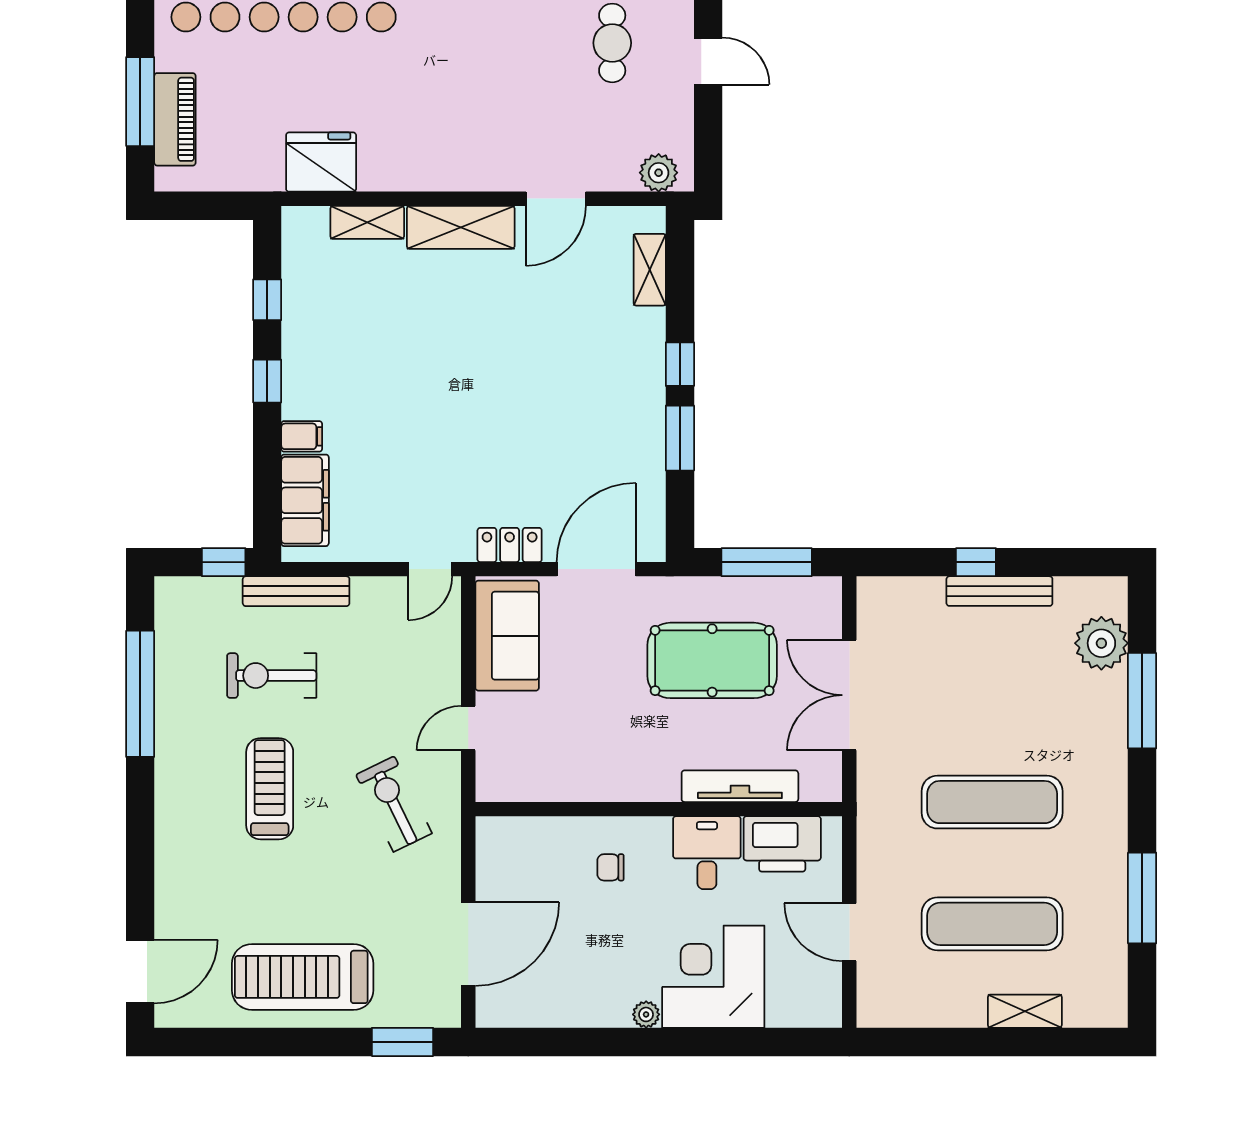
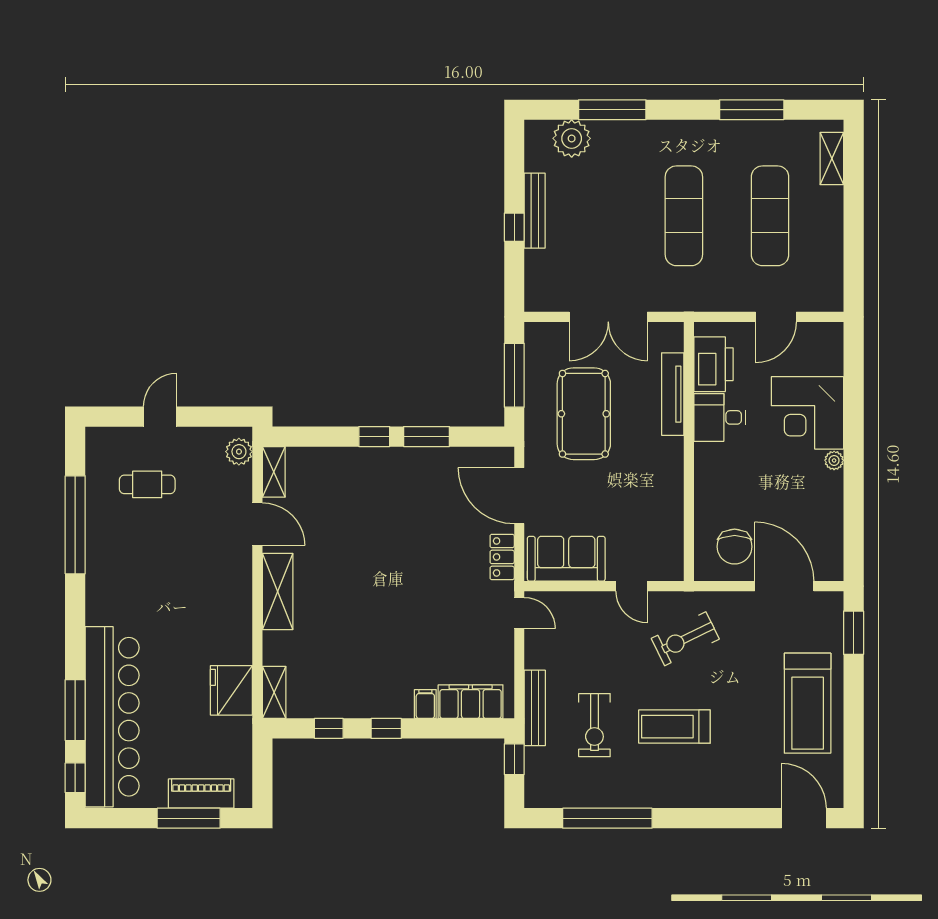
shelving: (367, 222) -> (274, 692), moved
shelving: (650, 270) -> (274, 472), moved, turned 90
chair: (611, 867) -> (735, 547), moved, width x1.87, depth x1.87
shelving: (1025, 1011) -> (832, 159), moved

